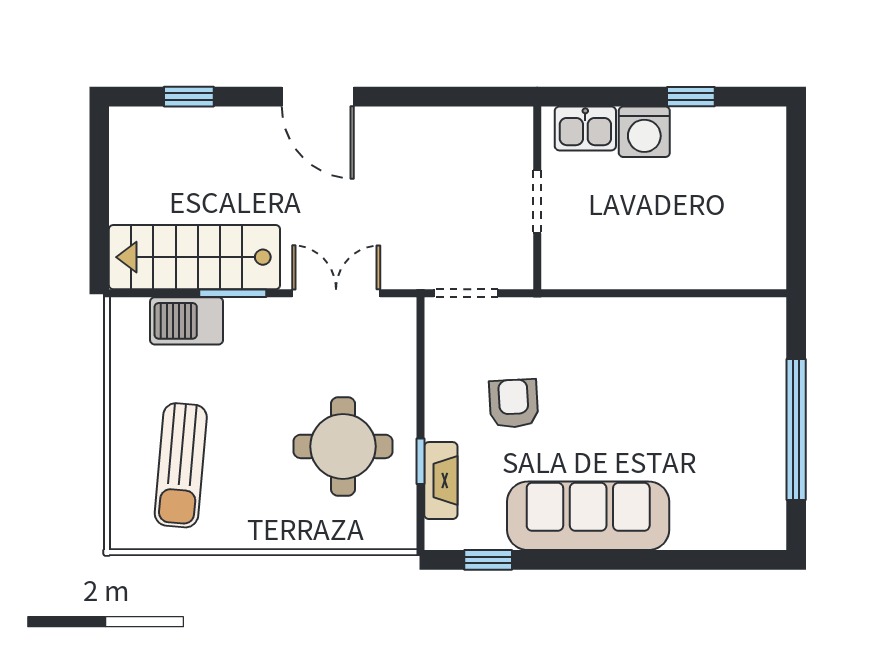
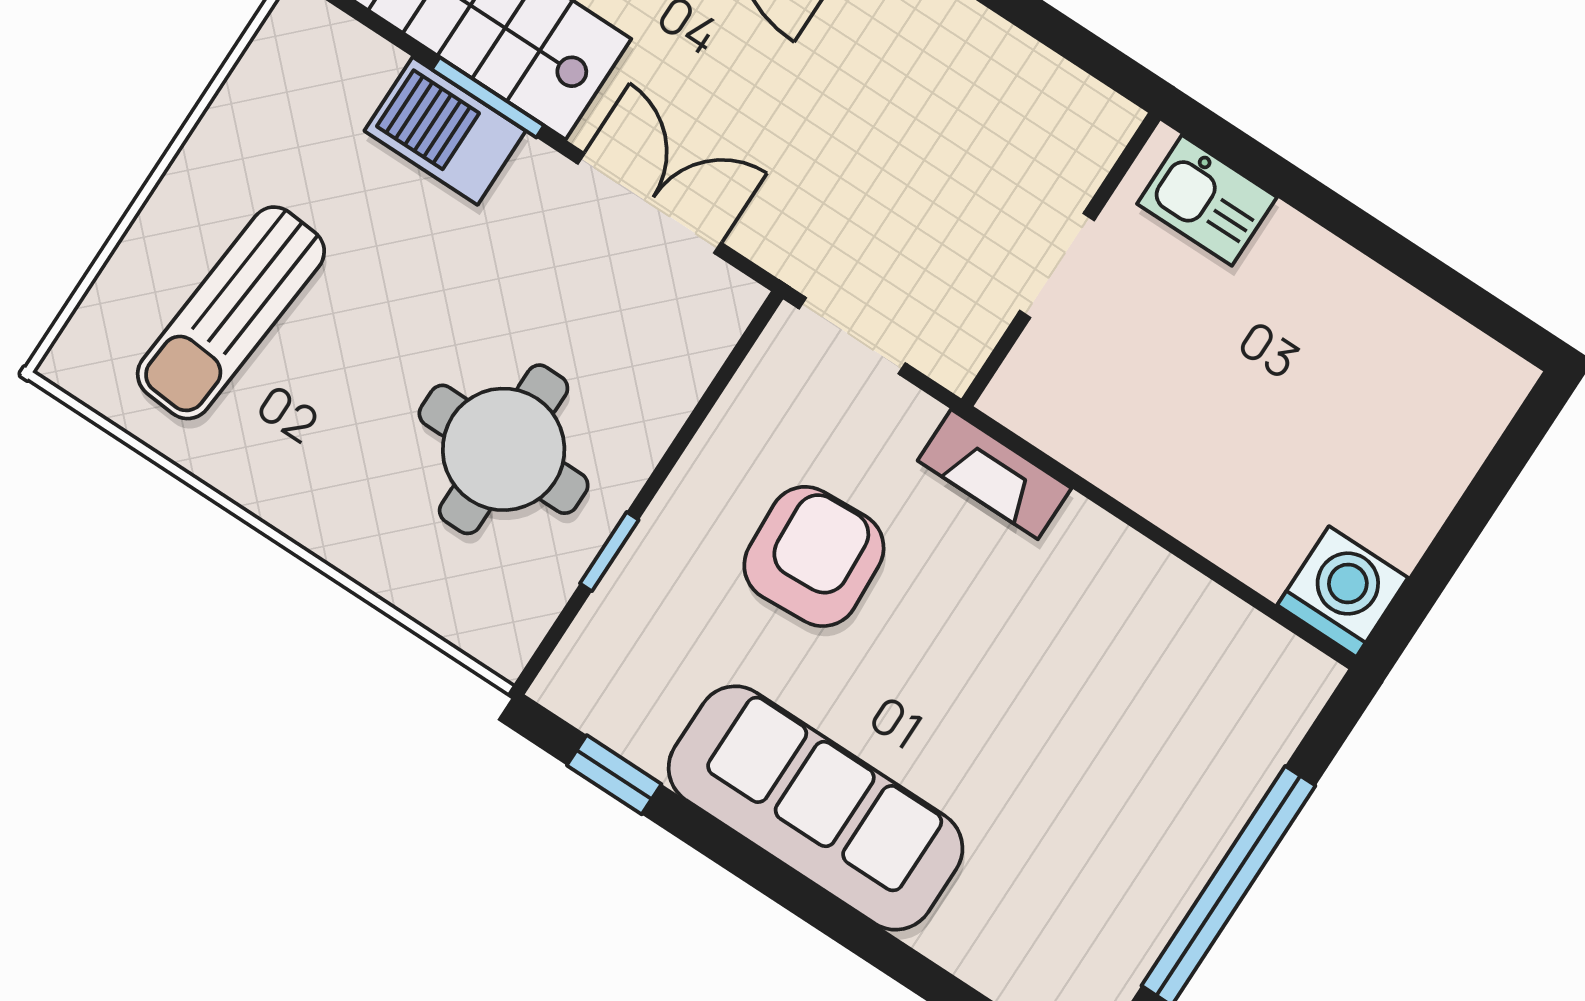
window: (691, 97) -> (1404, 259), removed
washing machine: (644, 132) -> (1343, 591), moved, turned 180
barbecue: (187, 321) -> (445, 131), moved
armchair: (514, 403) -> (814, 556), width x1.38, depth x1.38
fireplace: (441, 481) -> (994, 474), moved, turned 90

